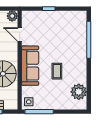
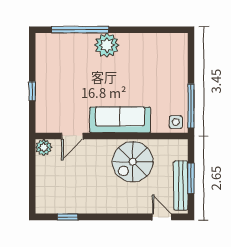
coffee table: (57, 71) -> (129, 79), removed
plant: (79, 92) -> (107, 45), moved

